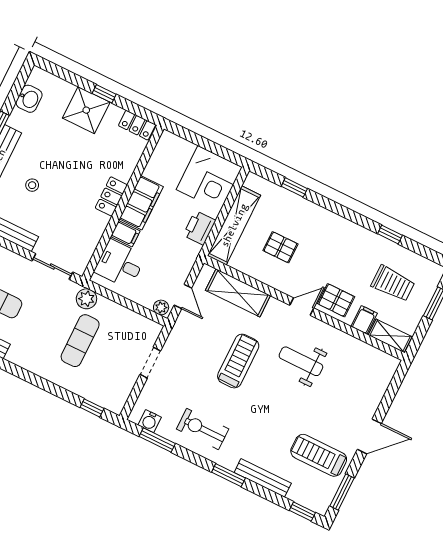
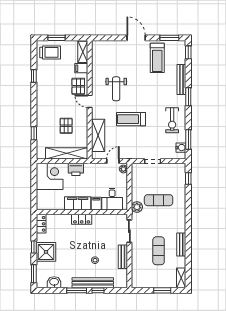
window: (60, 72) -> (34, 274), added
trolley: (393, 284) -> (50, 52), moved, turned 90

